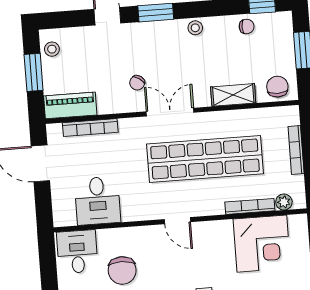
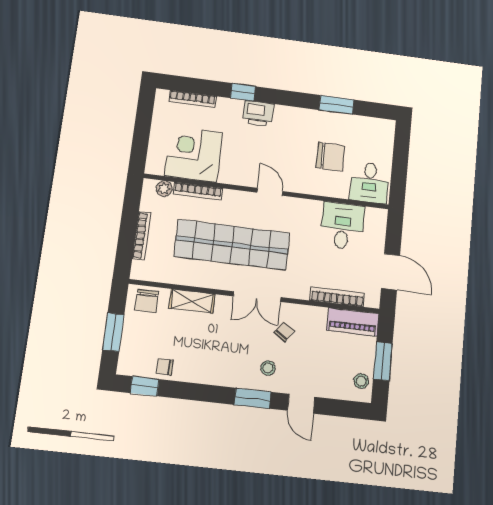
stool: (195, 28) -> (268, 368), moved
chair: (122, 270) -> (331, 157), turned 90

